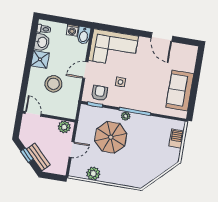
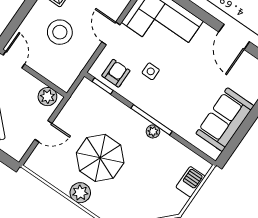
door: (85, 70) -> (111, 33), hinge flipped
plant: (126, 116) -> (153, 131), moved
parasol: (111, 137) -> (100, 158), moved
plant: (93, 173) -> (80, 193), moved

